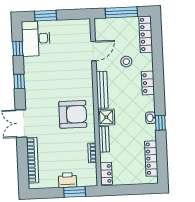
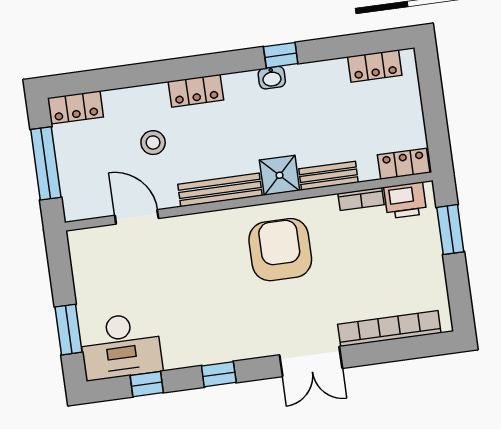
locker: (146, 34) -> (75, 107), width x0.66
locker: (151, 159) -> (375, 66), width x0.66
printer: (68, 180) -> (405, 200), moved, turned -90

